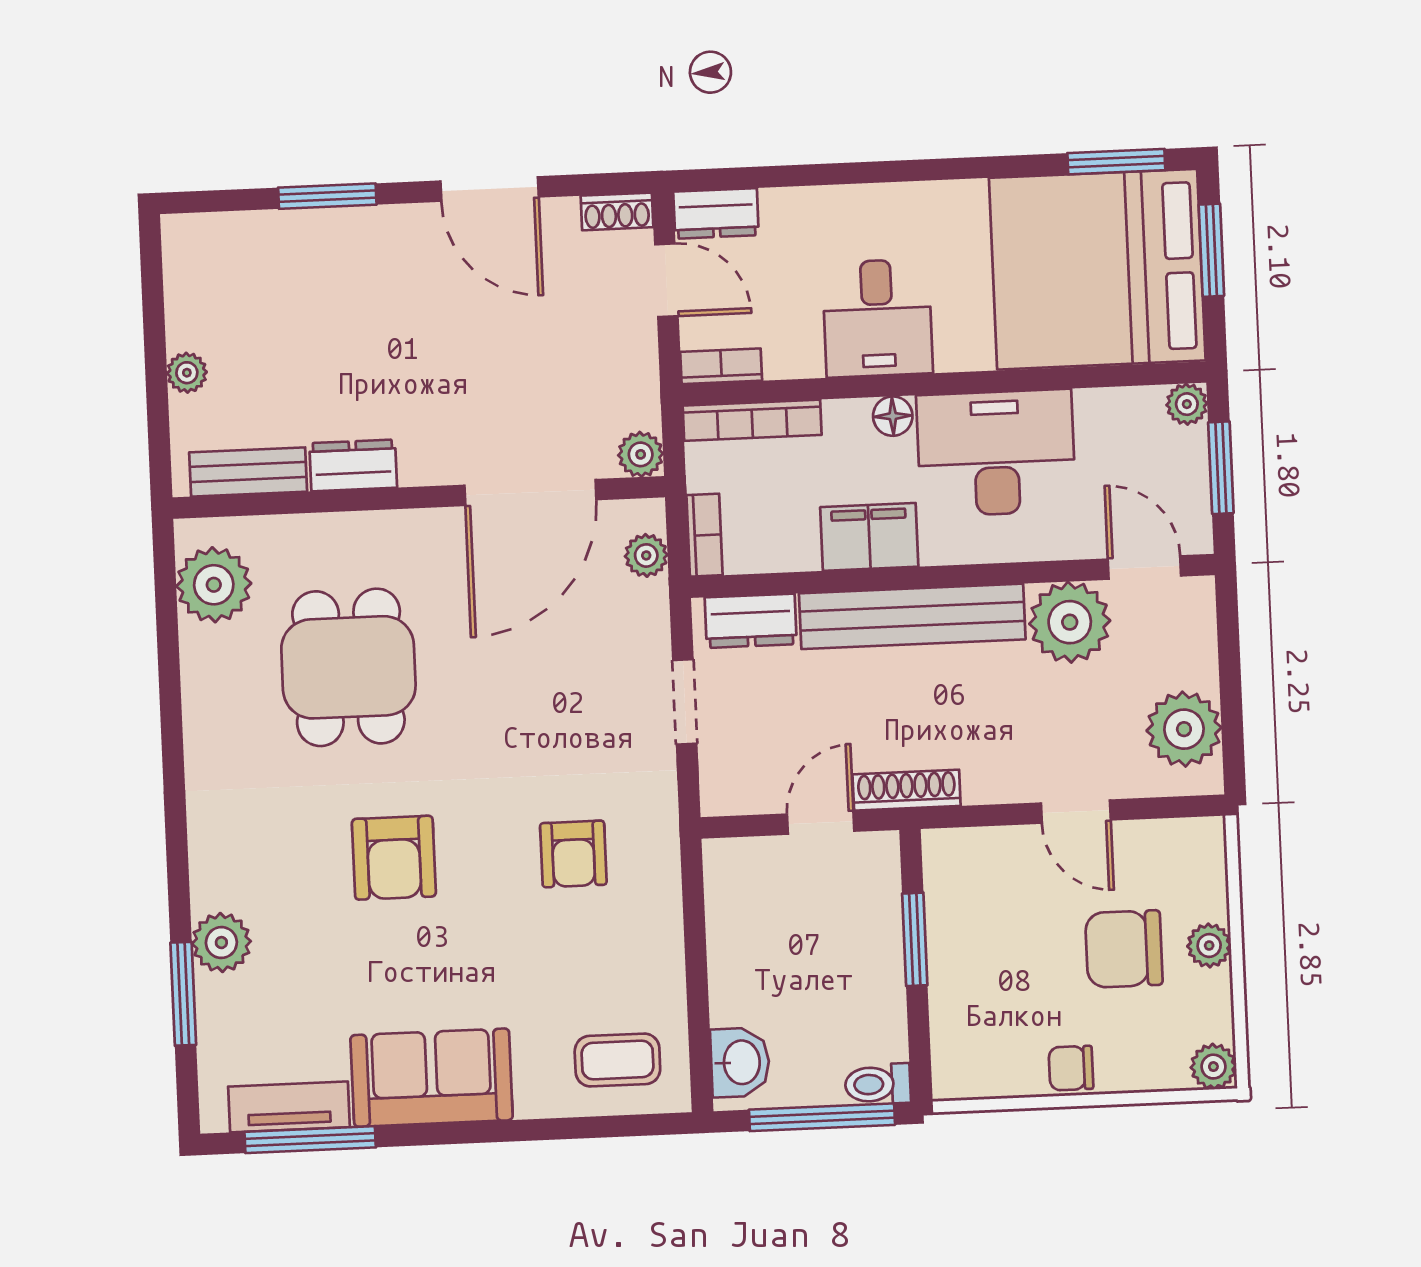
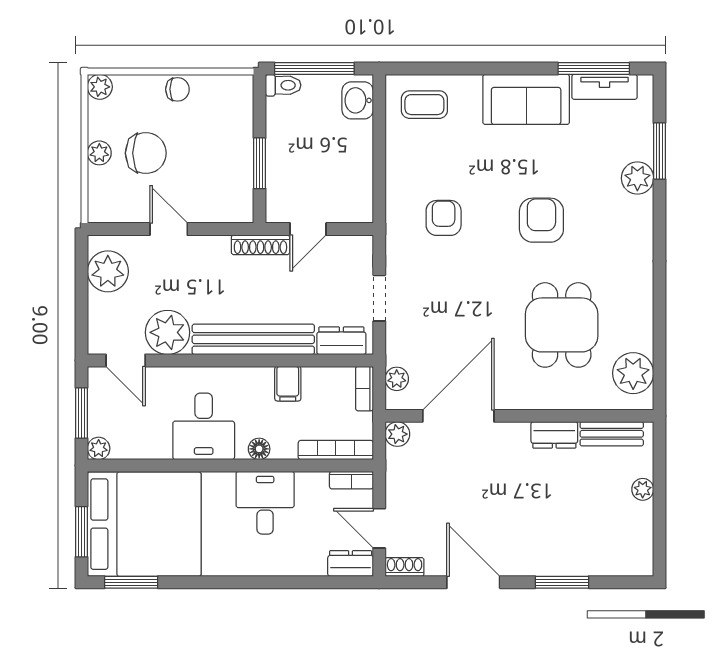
desk: (996, 453) -> (204, 426), width x0.73
filing cabinet: (869, 537) -> (288, 384), width x0.50

